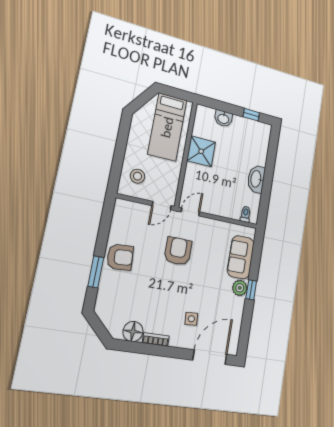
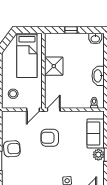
window: (251, 115) -> (71, 30), moved
washbasin: (223, 118) -> (95, 39), moved
armchair: (178, 251) -> (50, 138), turned -90

